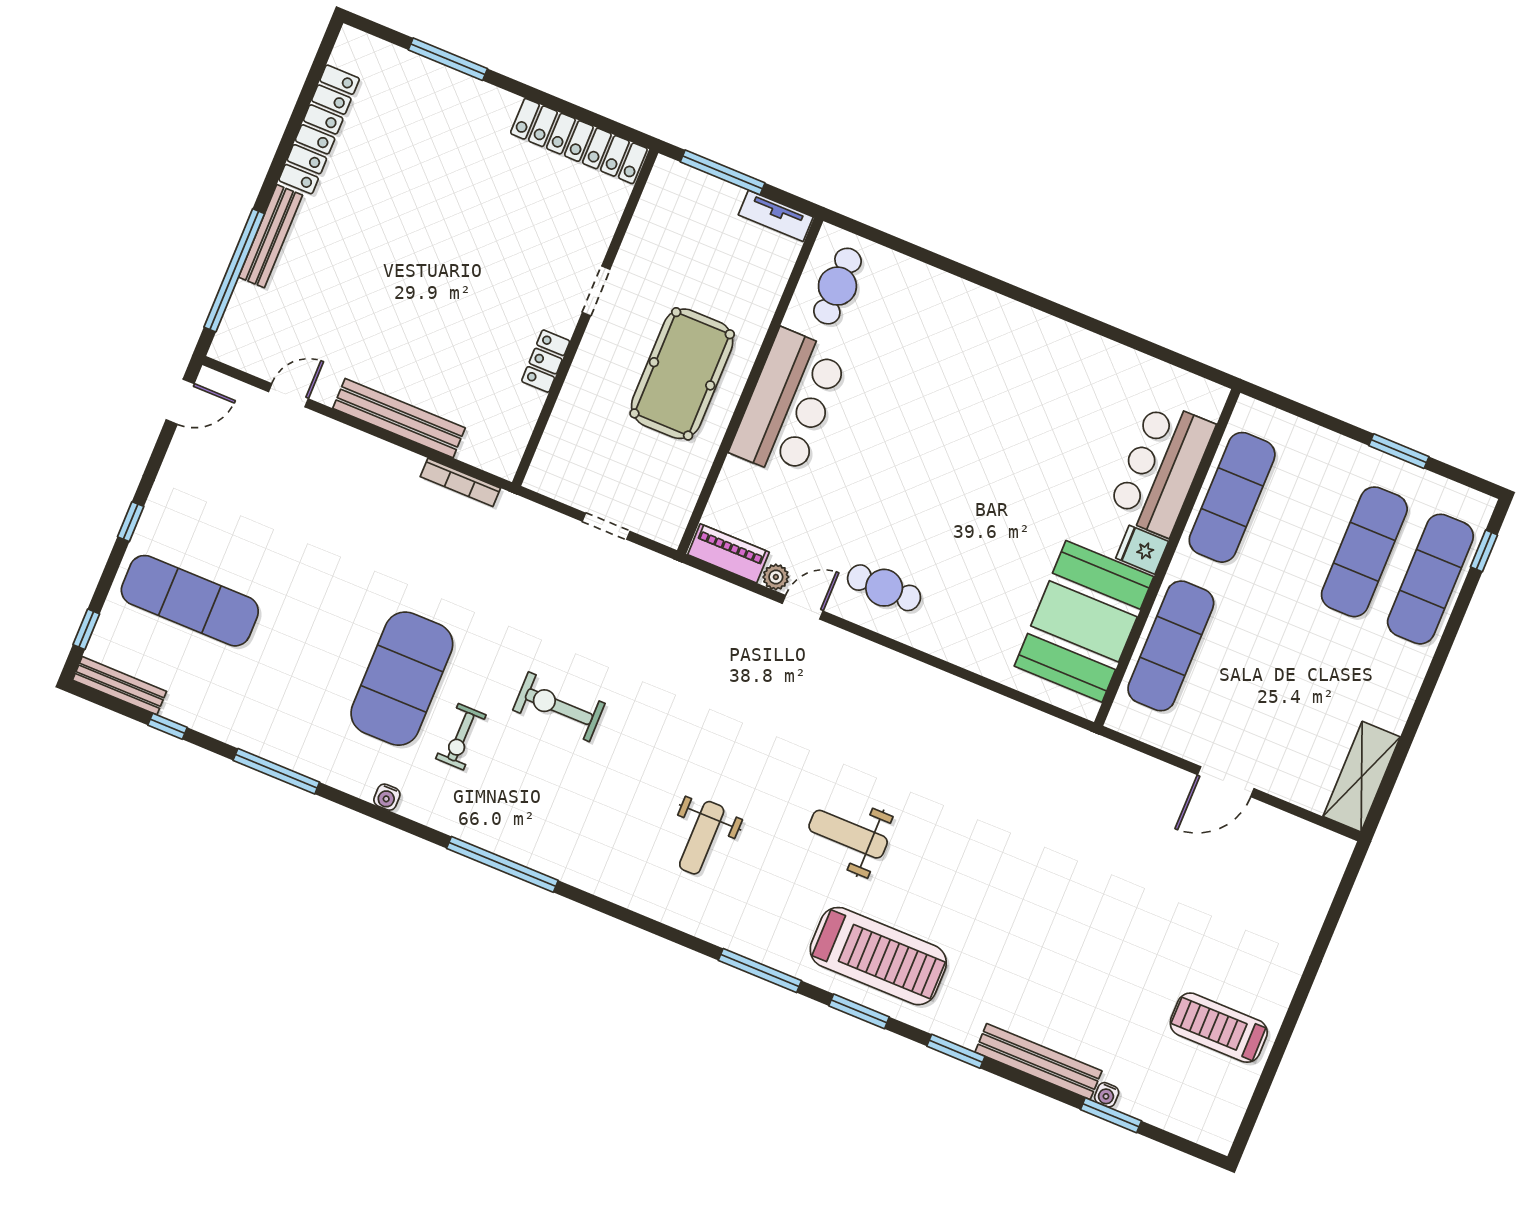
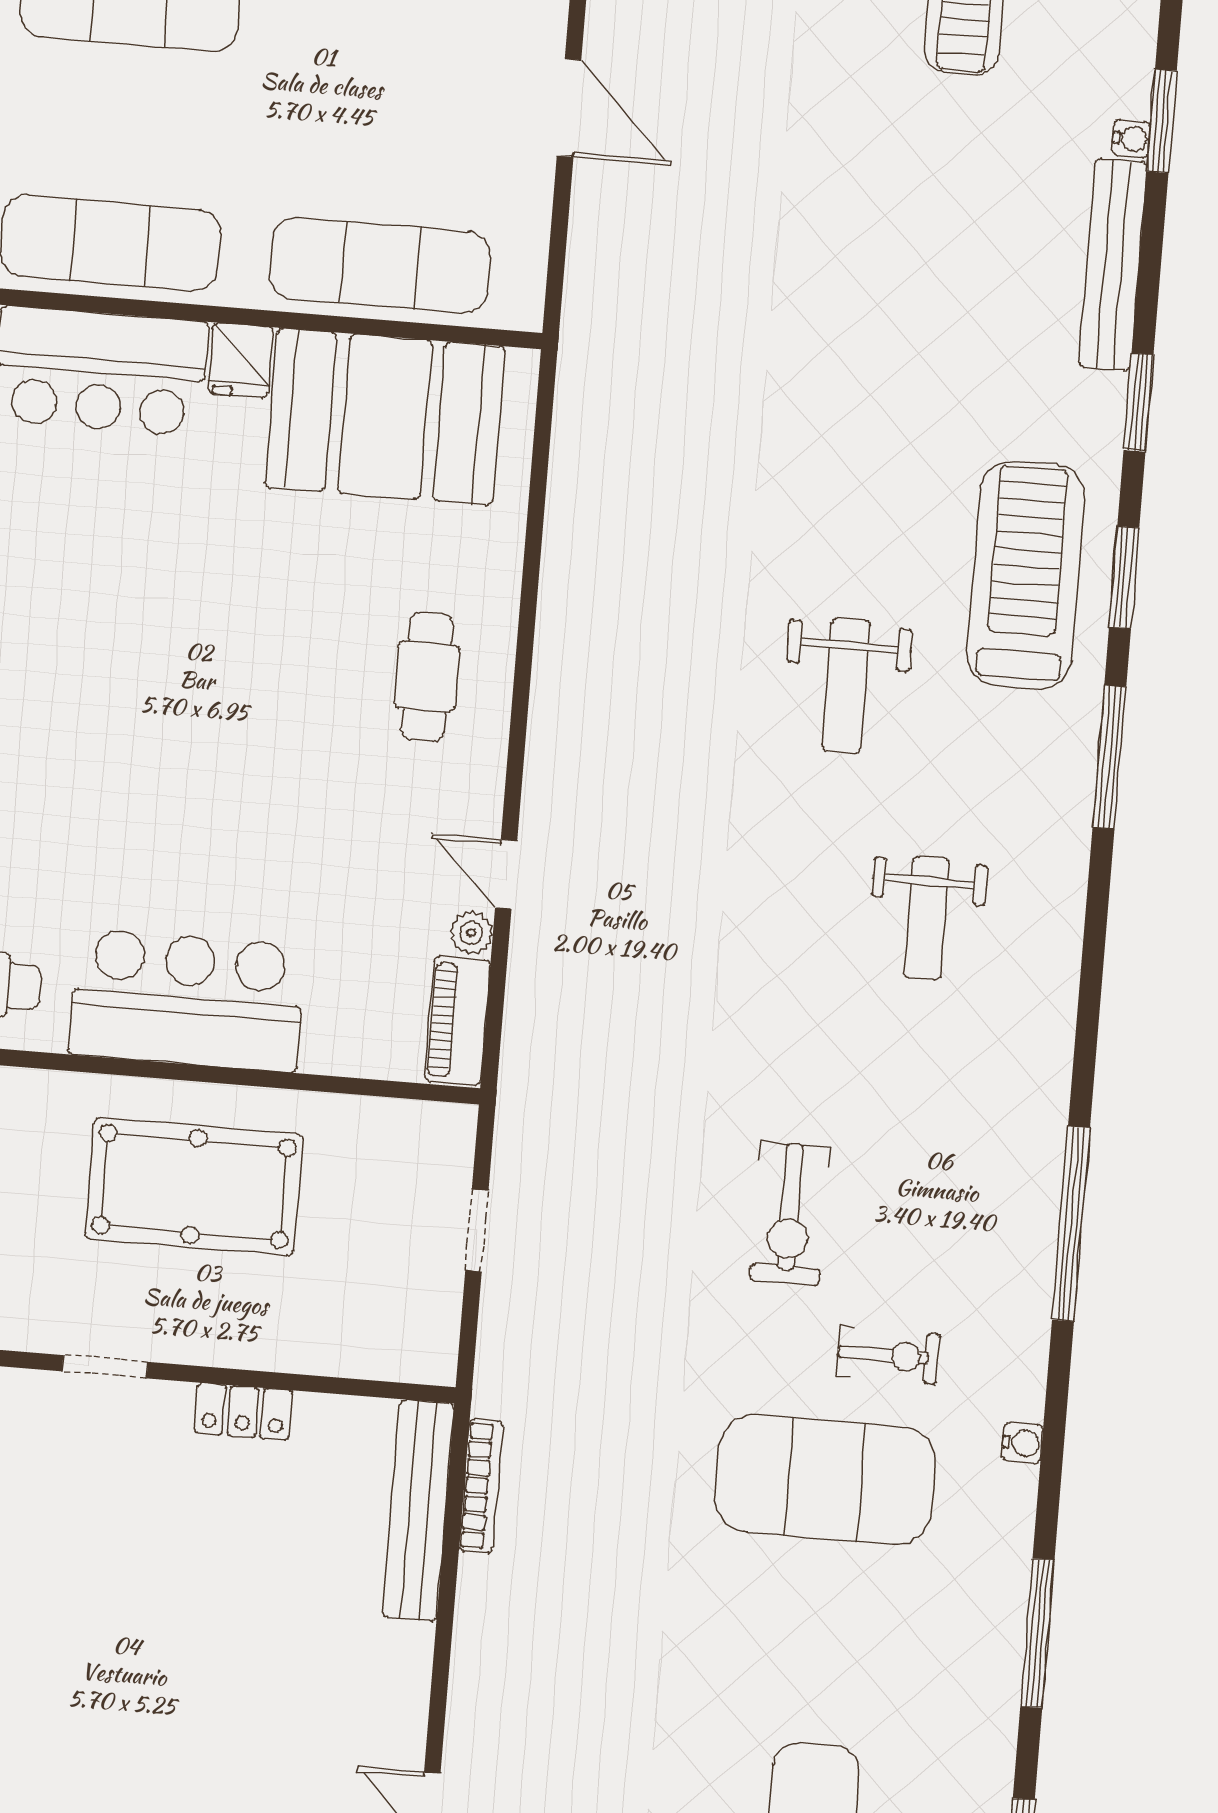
bench: (399, 418) -> (418, 1510), moved
cafe table: (884, 588) -> (427, 677), moved
weight bench: (702, 838) -> (927, 918), turned 90

